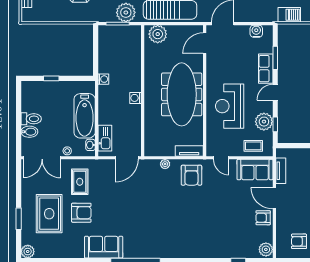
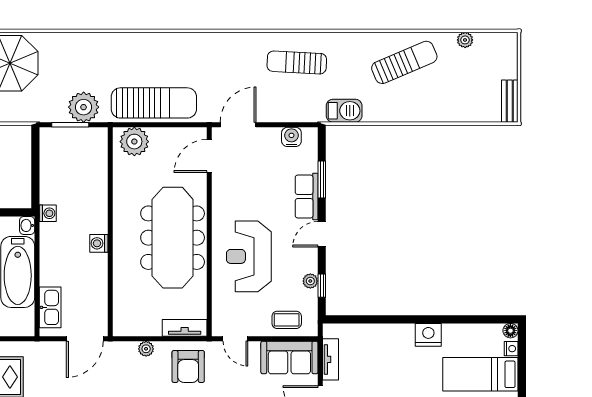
plant: (264, 122) -> (310, 281), width x0.53, depth x0.53
washbasin: (90, 145) -> (27, 225), moved

